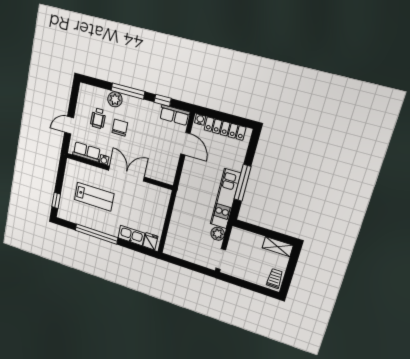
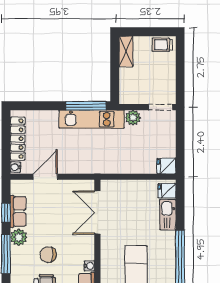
plant: (115, 99) -> (19, 237), moved
row of seats: (174, 115) -> (18, 211), moved
double door: (126, 174) -> (97, 213), moved
window: (243, 183) -> (86, 106), moved
fridge: (170, 247) -> (166, 166), added

